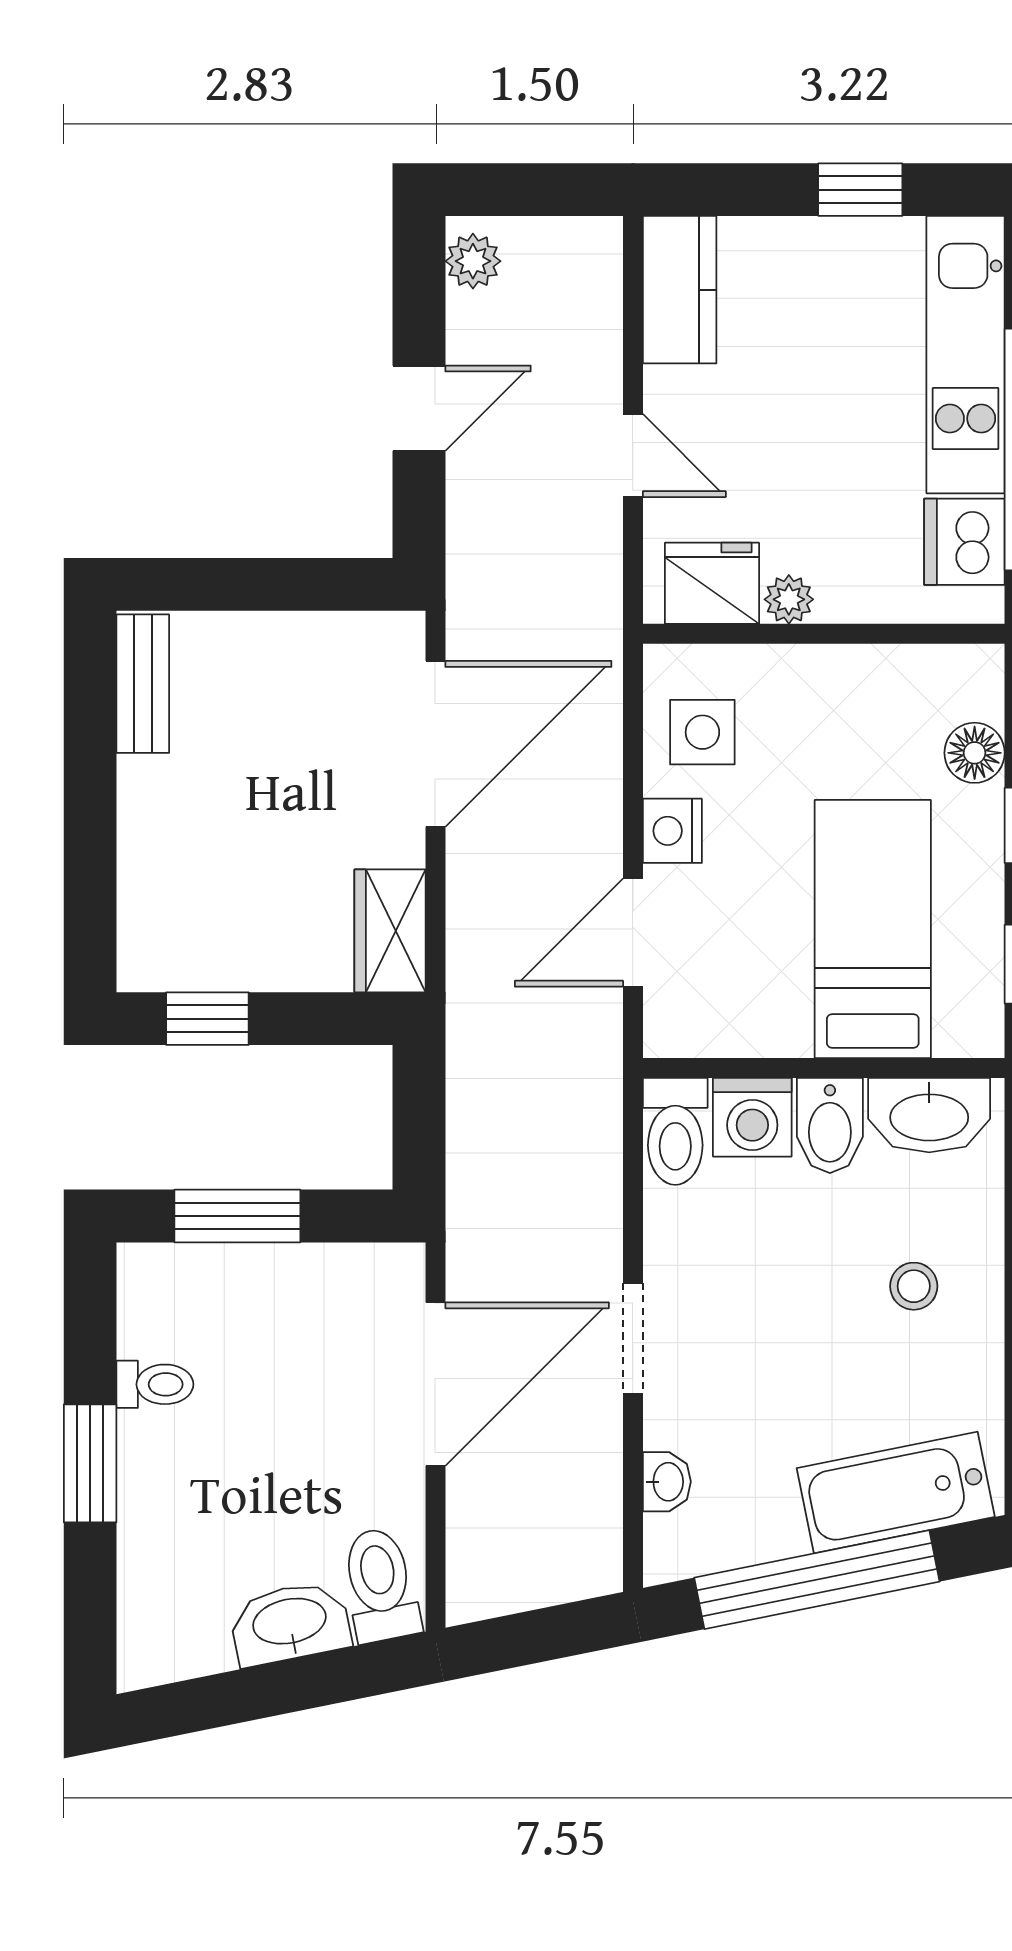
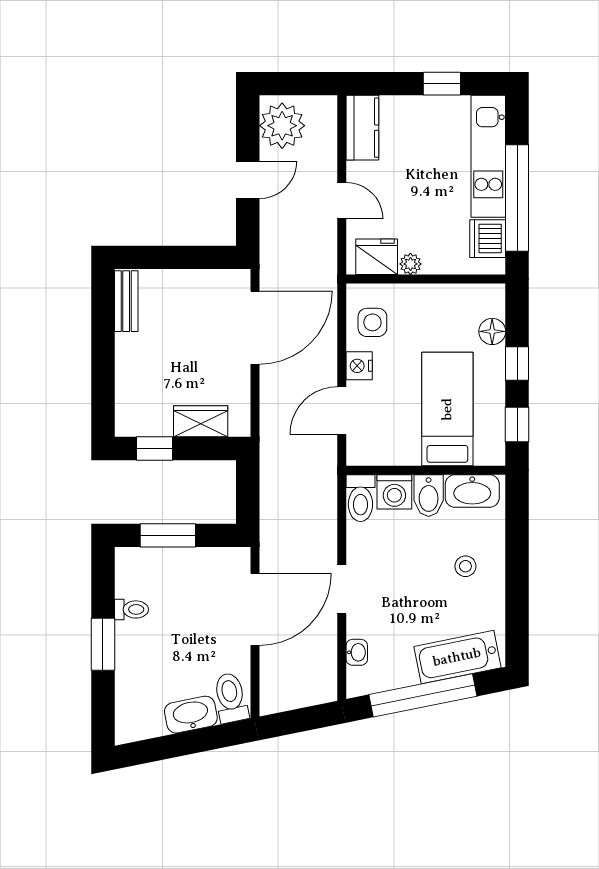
plant: (473, 261) -> (282, 126), width x1.88, depth x1.88
wardrobe: (390, 931) -> (201, 421), moved, turned 90

